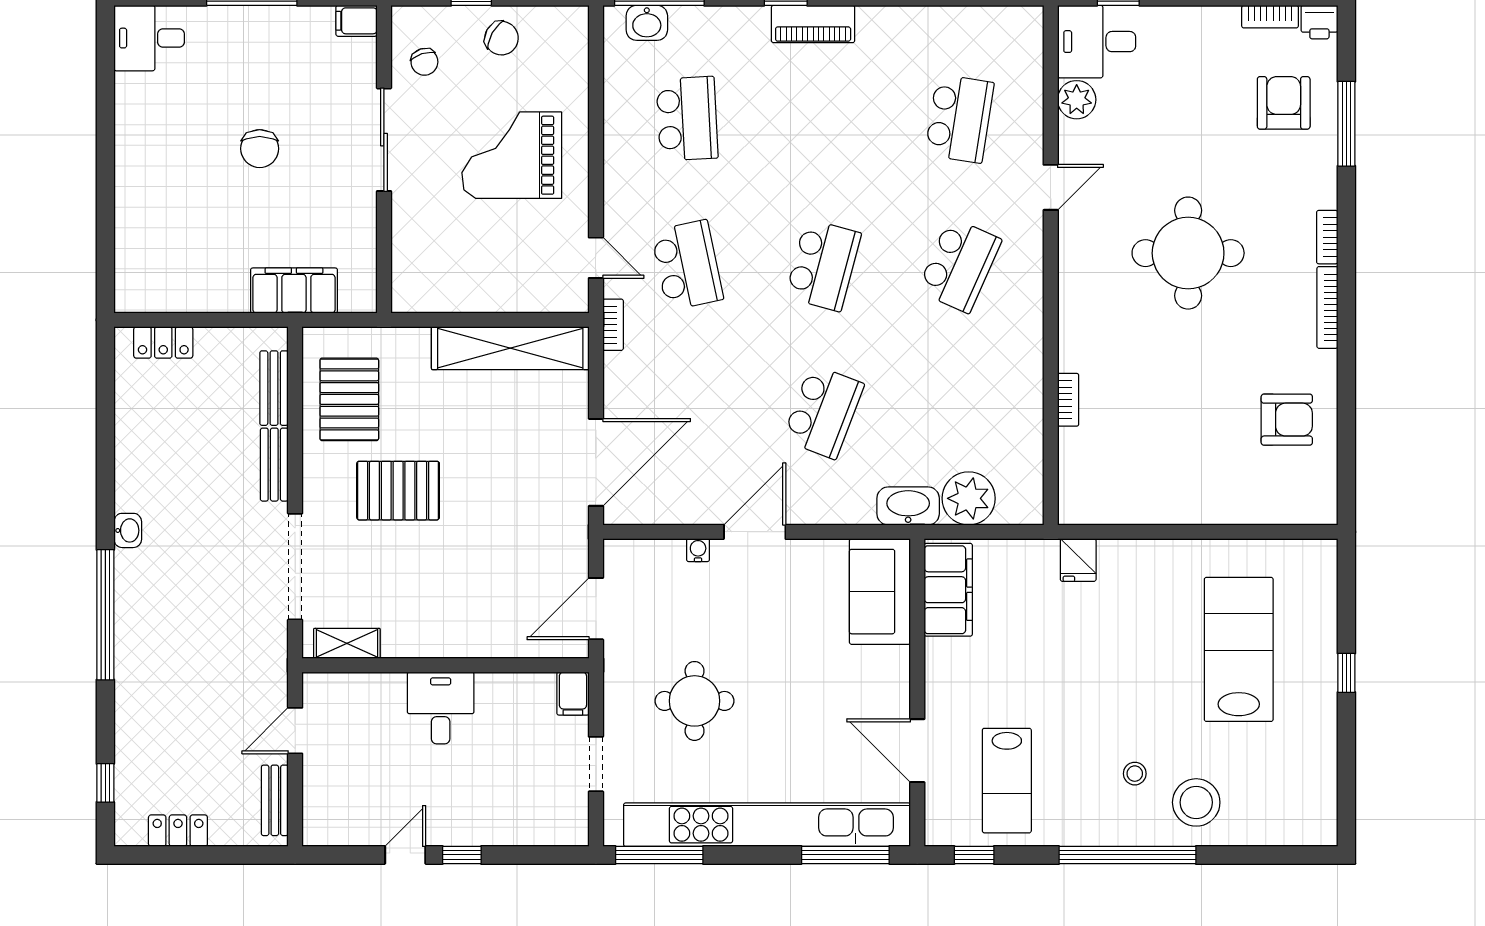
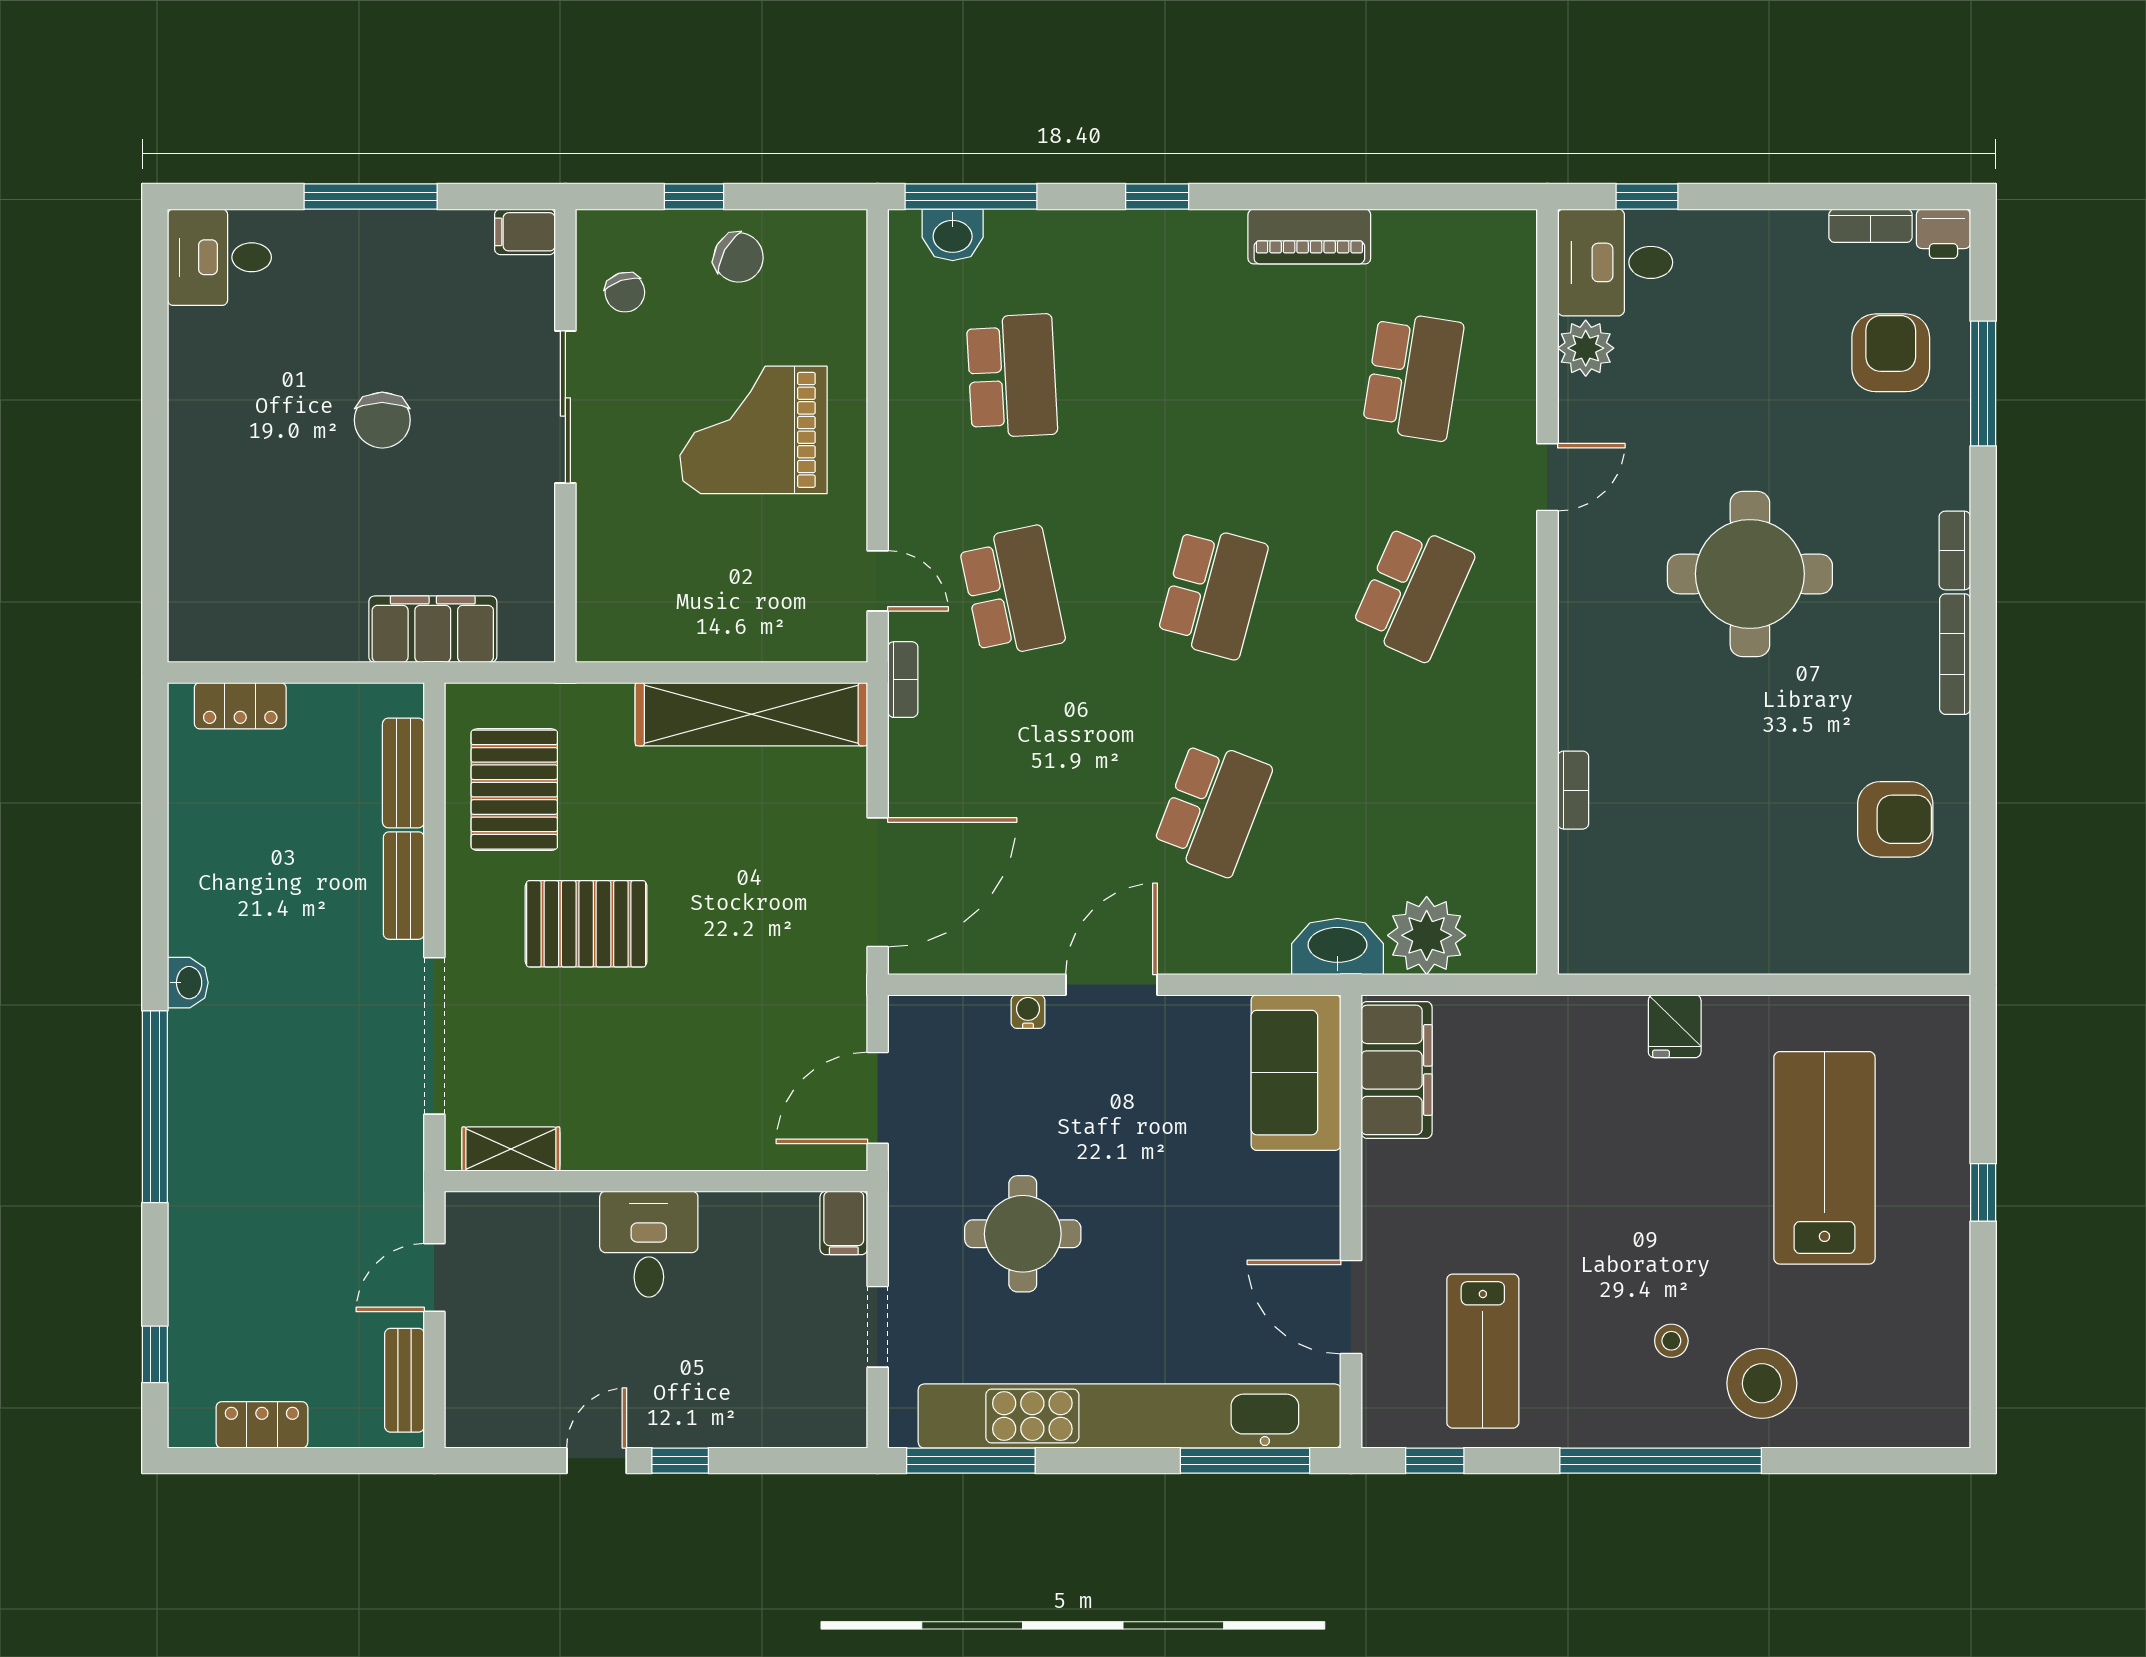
piano: (813, 24) -> (1309, 237), moved
fridge: (1078, 560) -> (1675, 1026), moved

